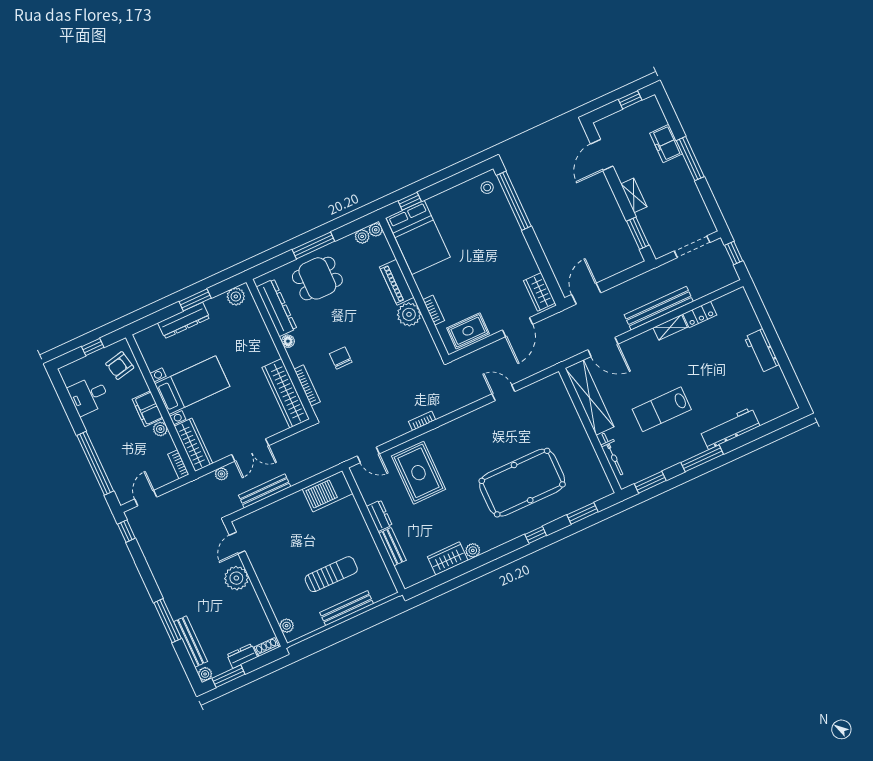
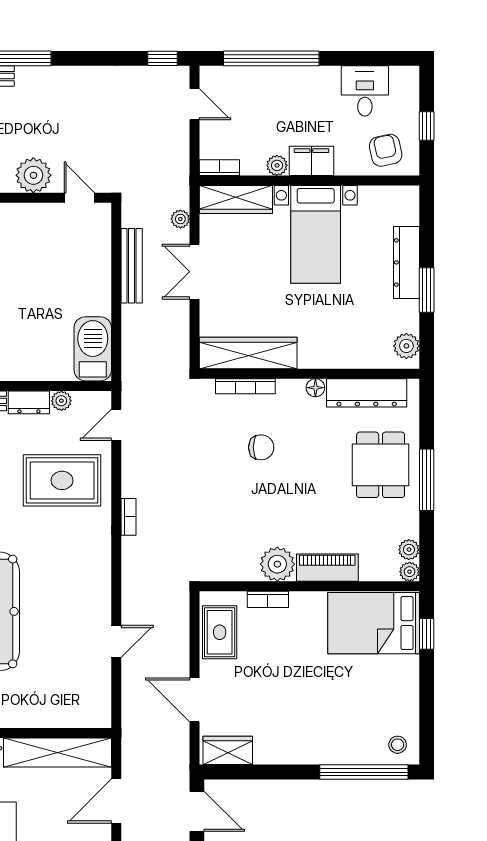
plant: (369, 496) -> (61, 401), added

